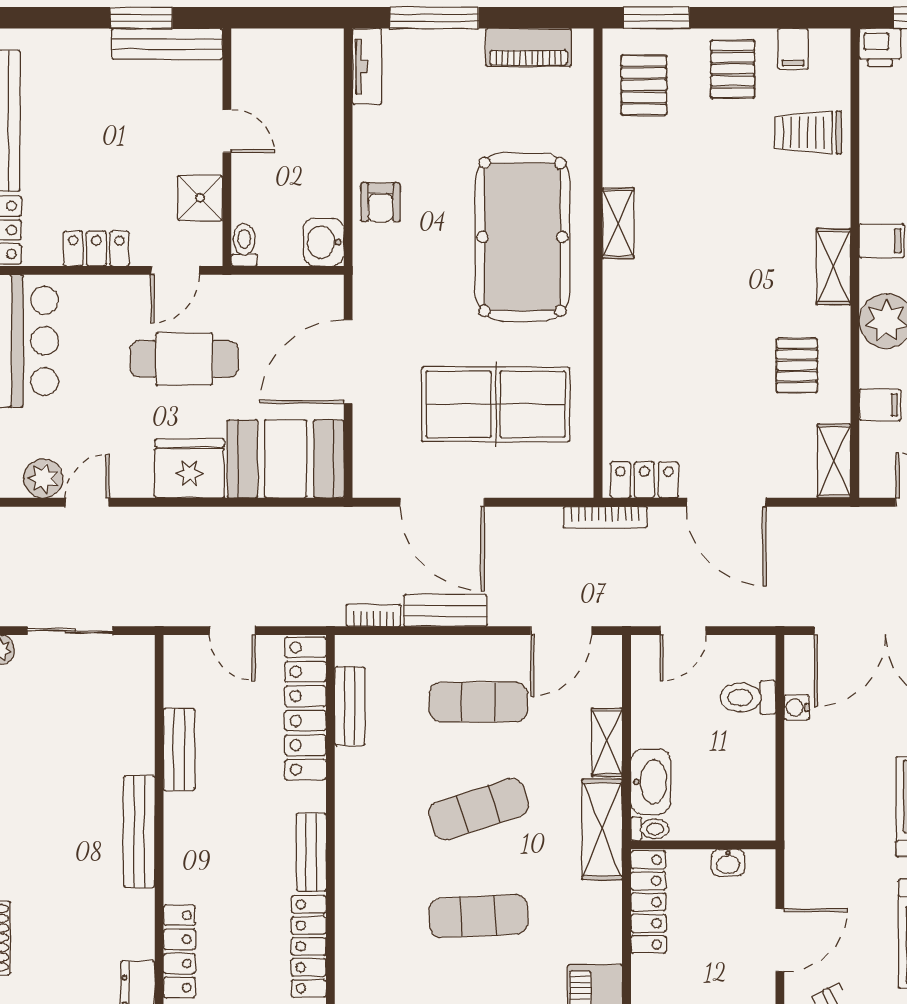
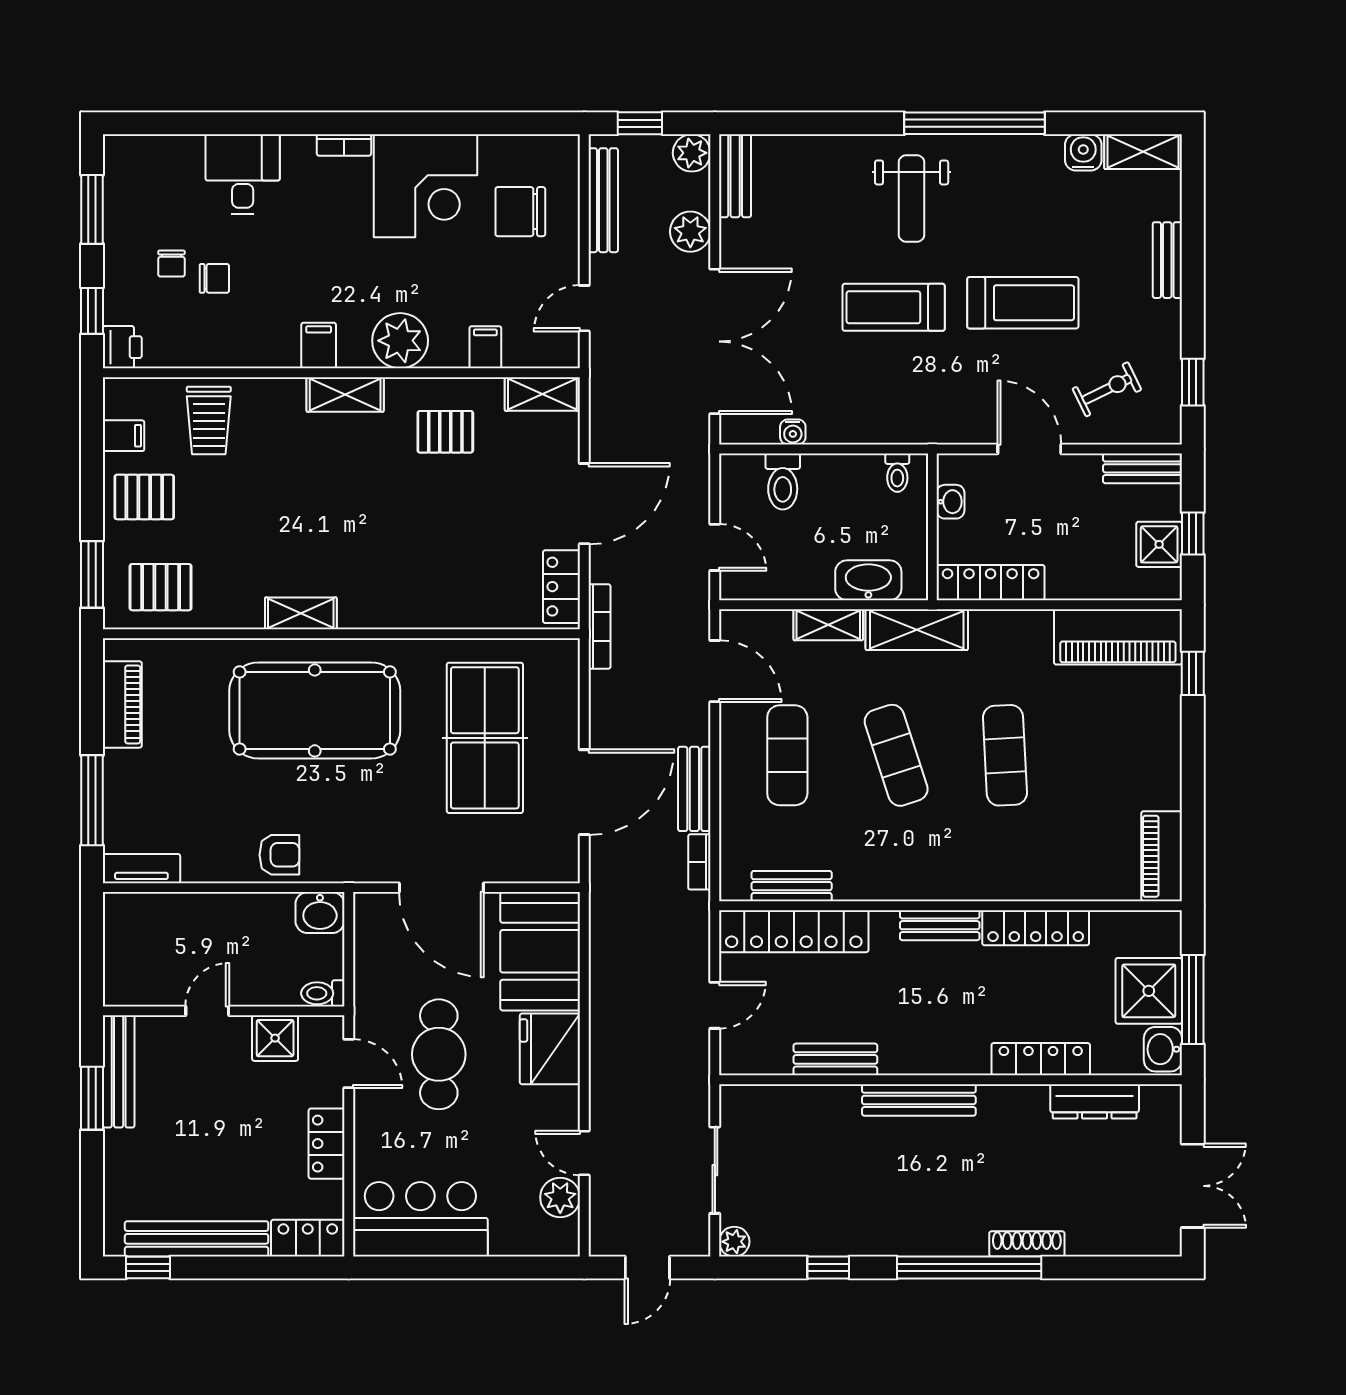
toilet: (650, 829) -> (897, 473), moved, turned 180

